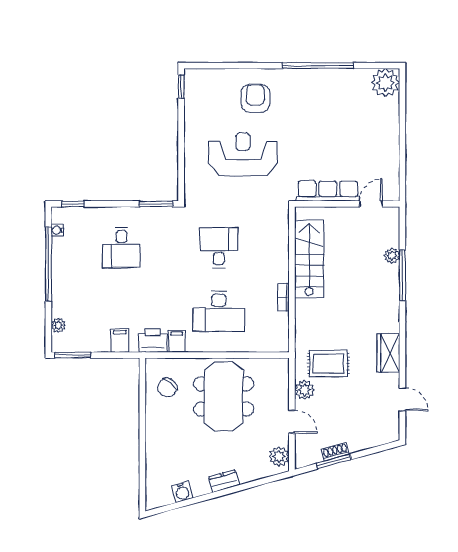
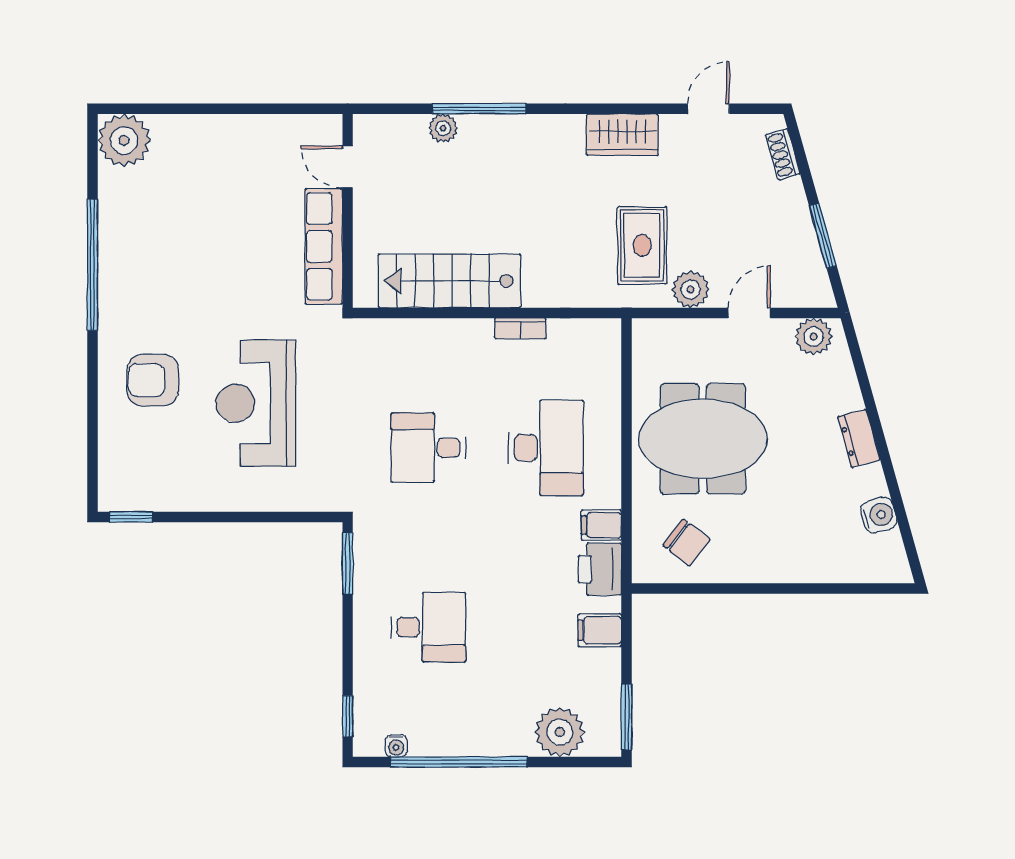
plant: (58, 325) -> (560, 732), width x1.88, depth x1.88
shoe rack: (335, 452) -> (783, 154), moved

